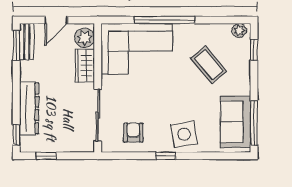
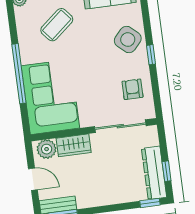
dresser: (29, 108) -> (154, 173), moved, turned -90
armchair: (133, 133) -> (133, 89), turned 90
side table: (184, 134) -> (128, 40), turned -38

